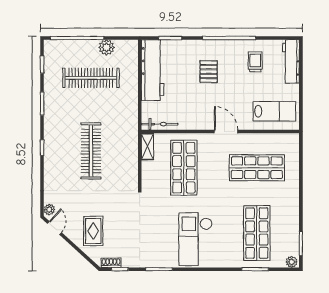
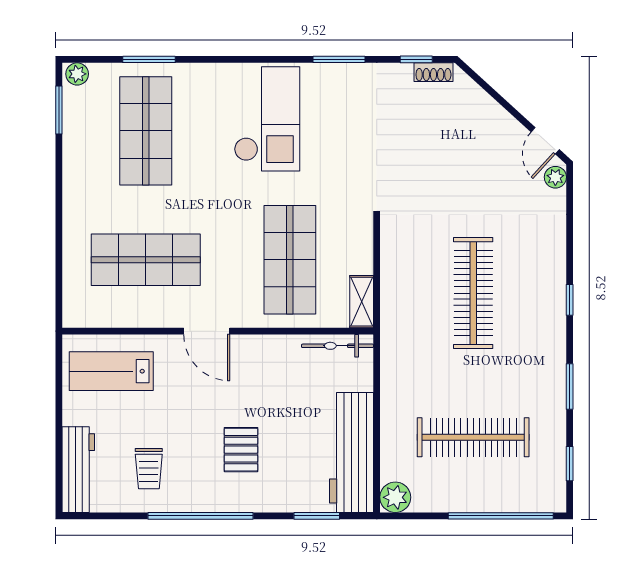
plant: (106, 47) -> (395, 497), moved
rug: (93, 231) -> (469, 135), removed

